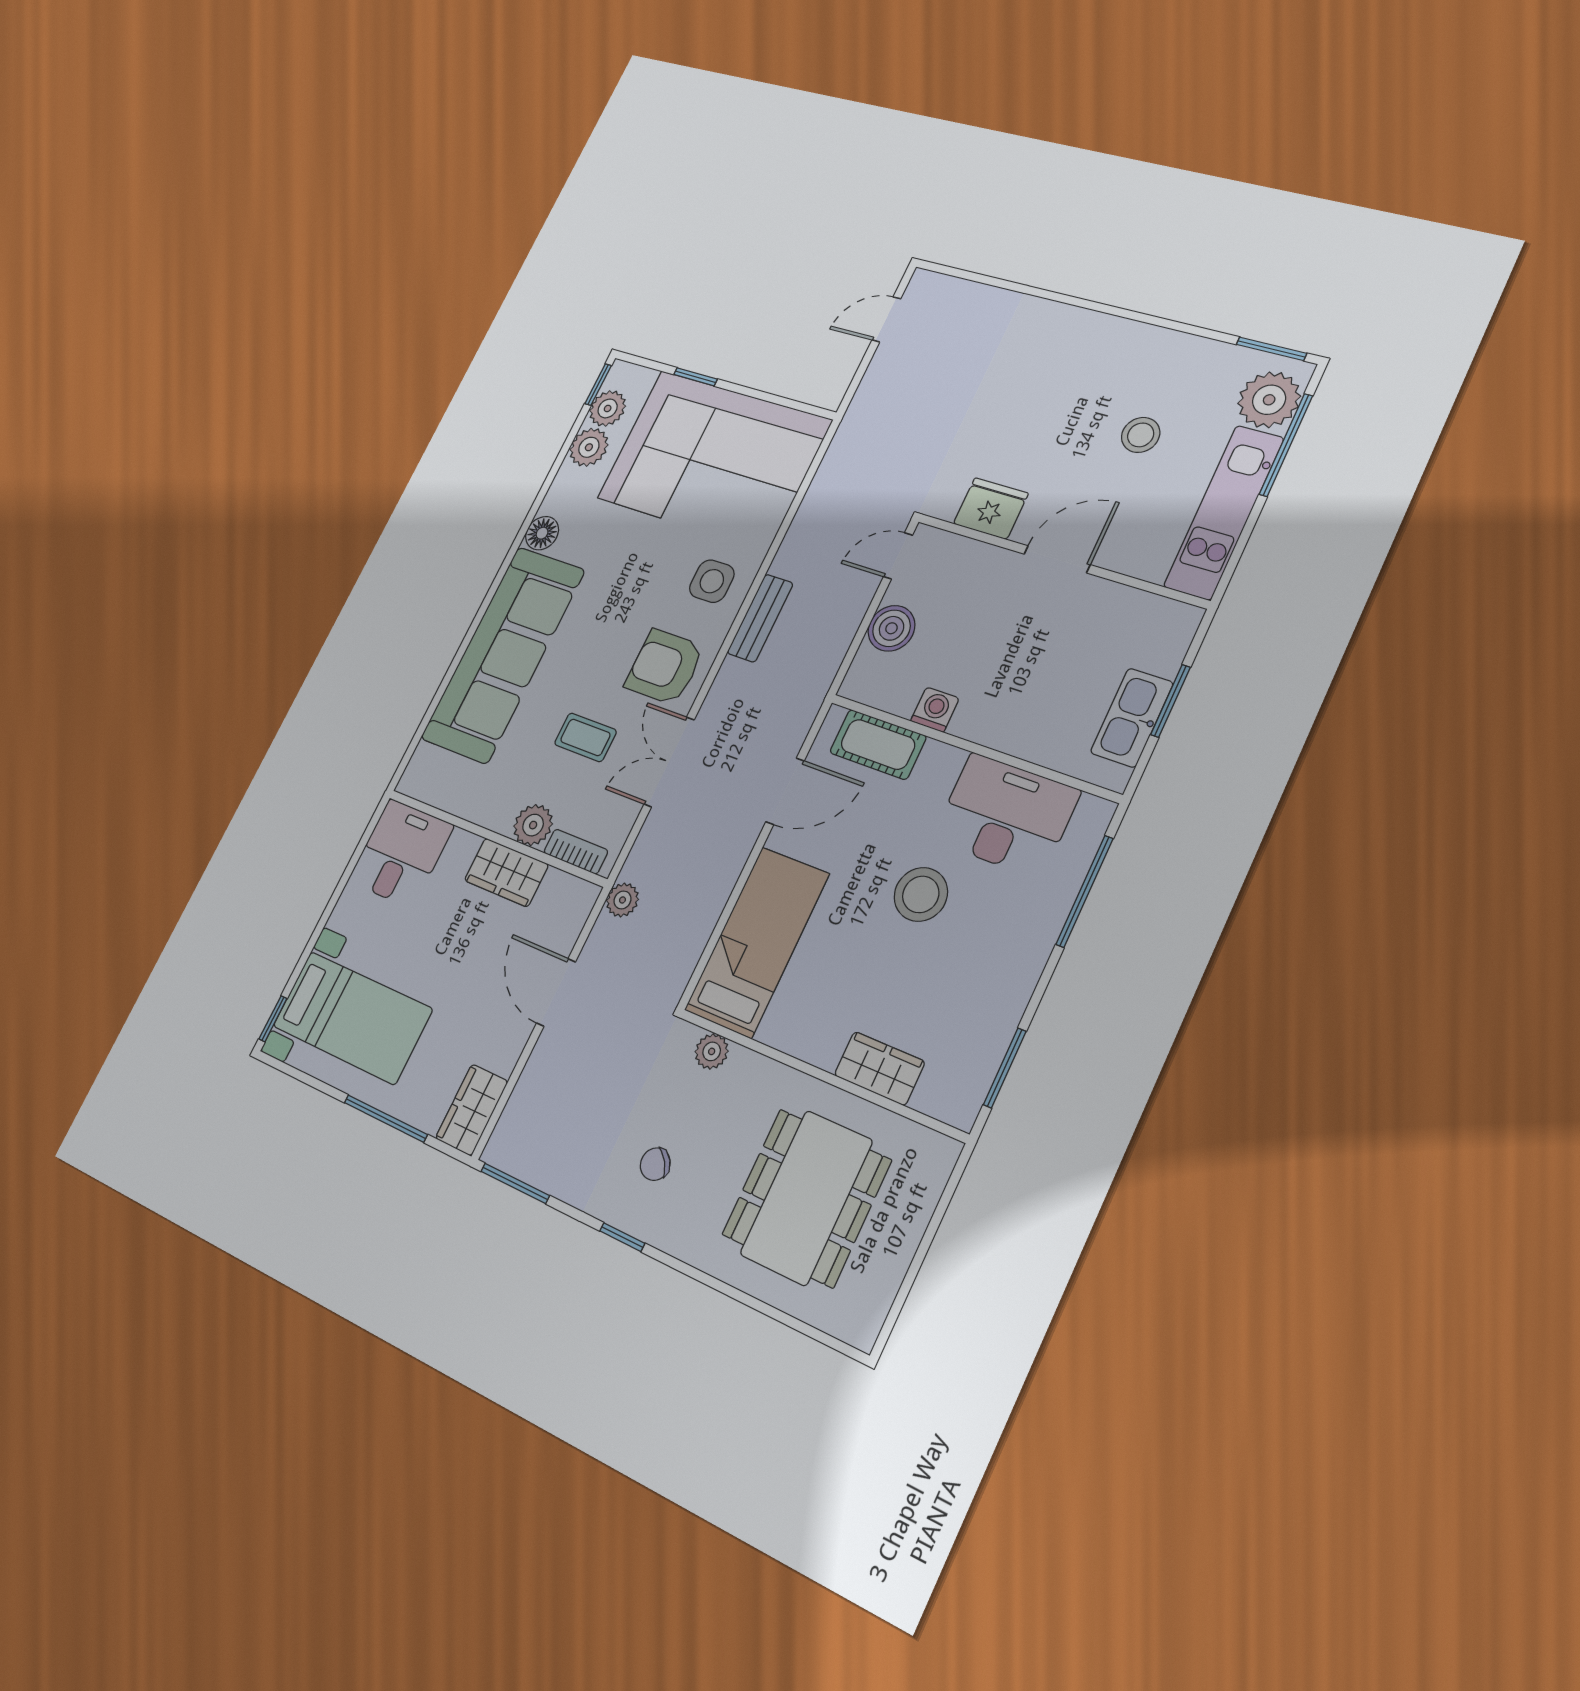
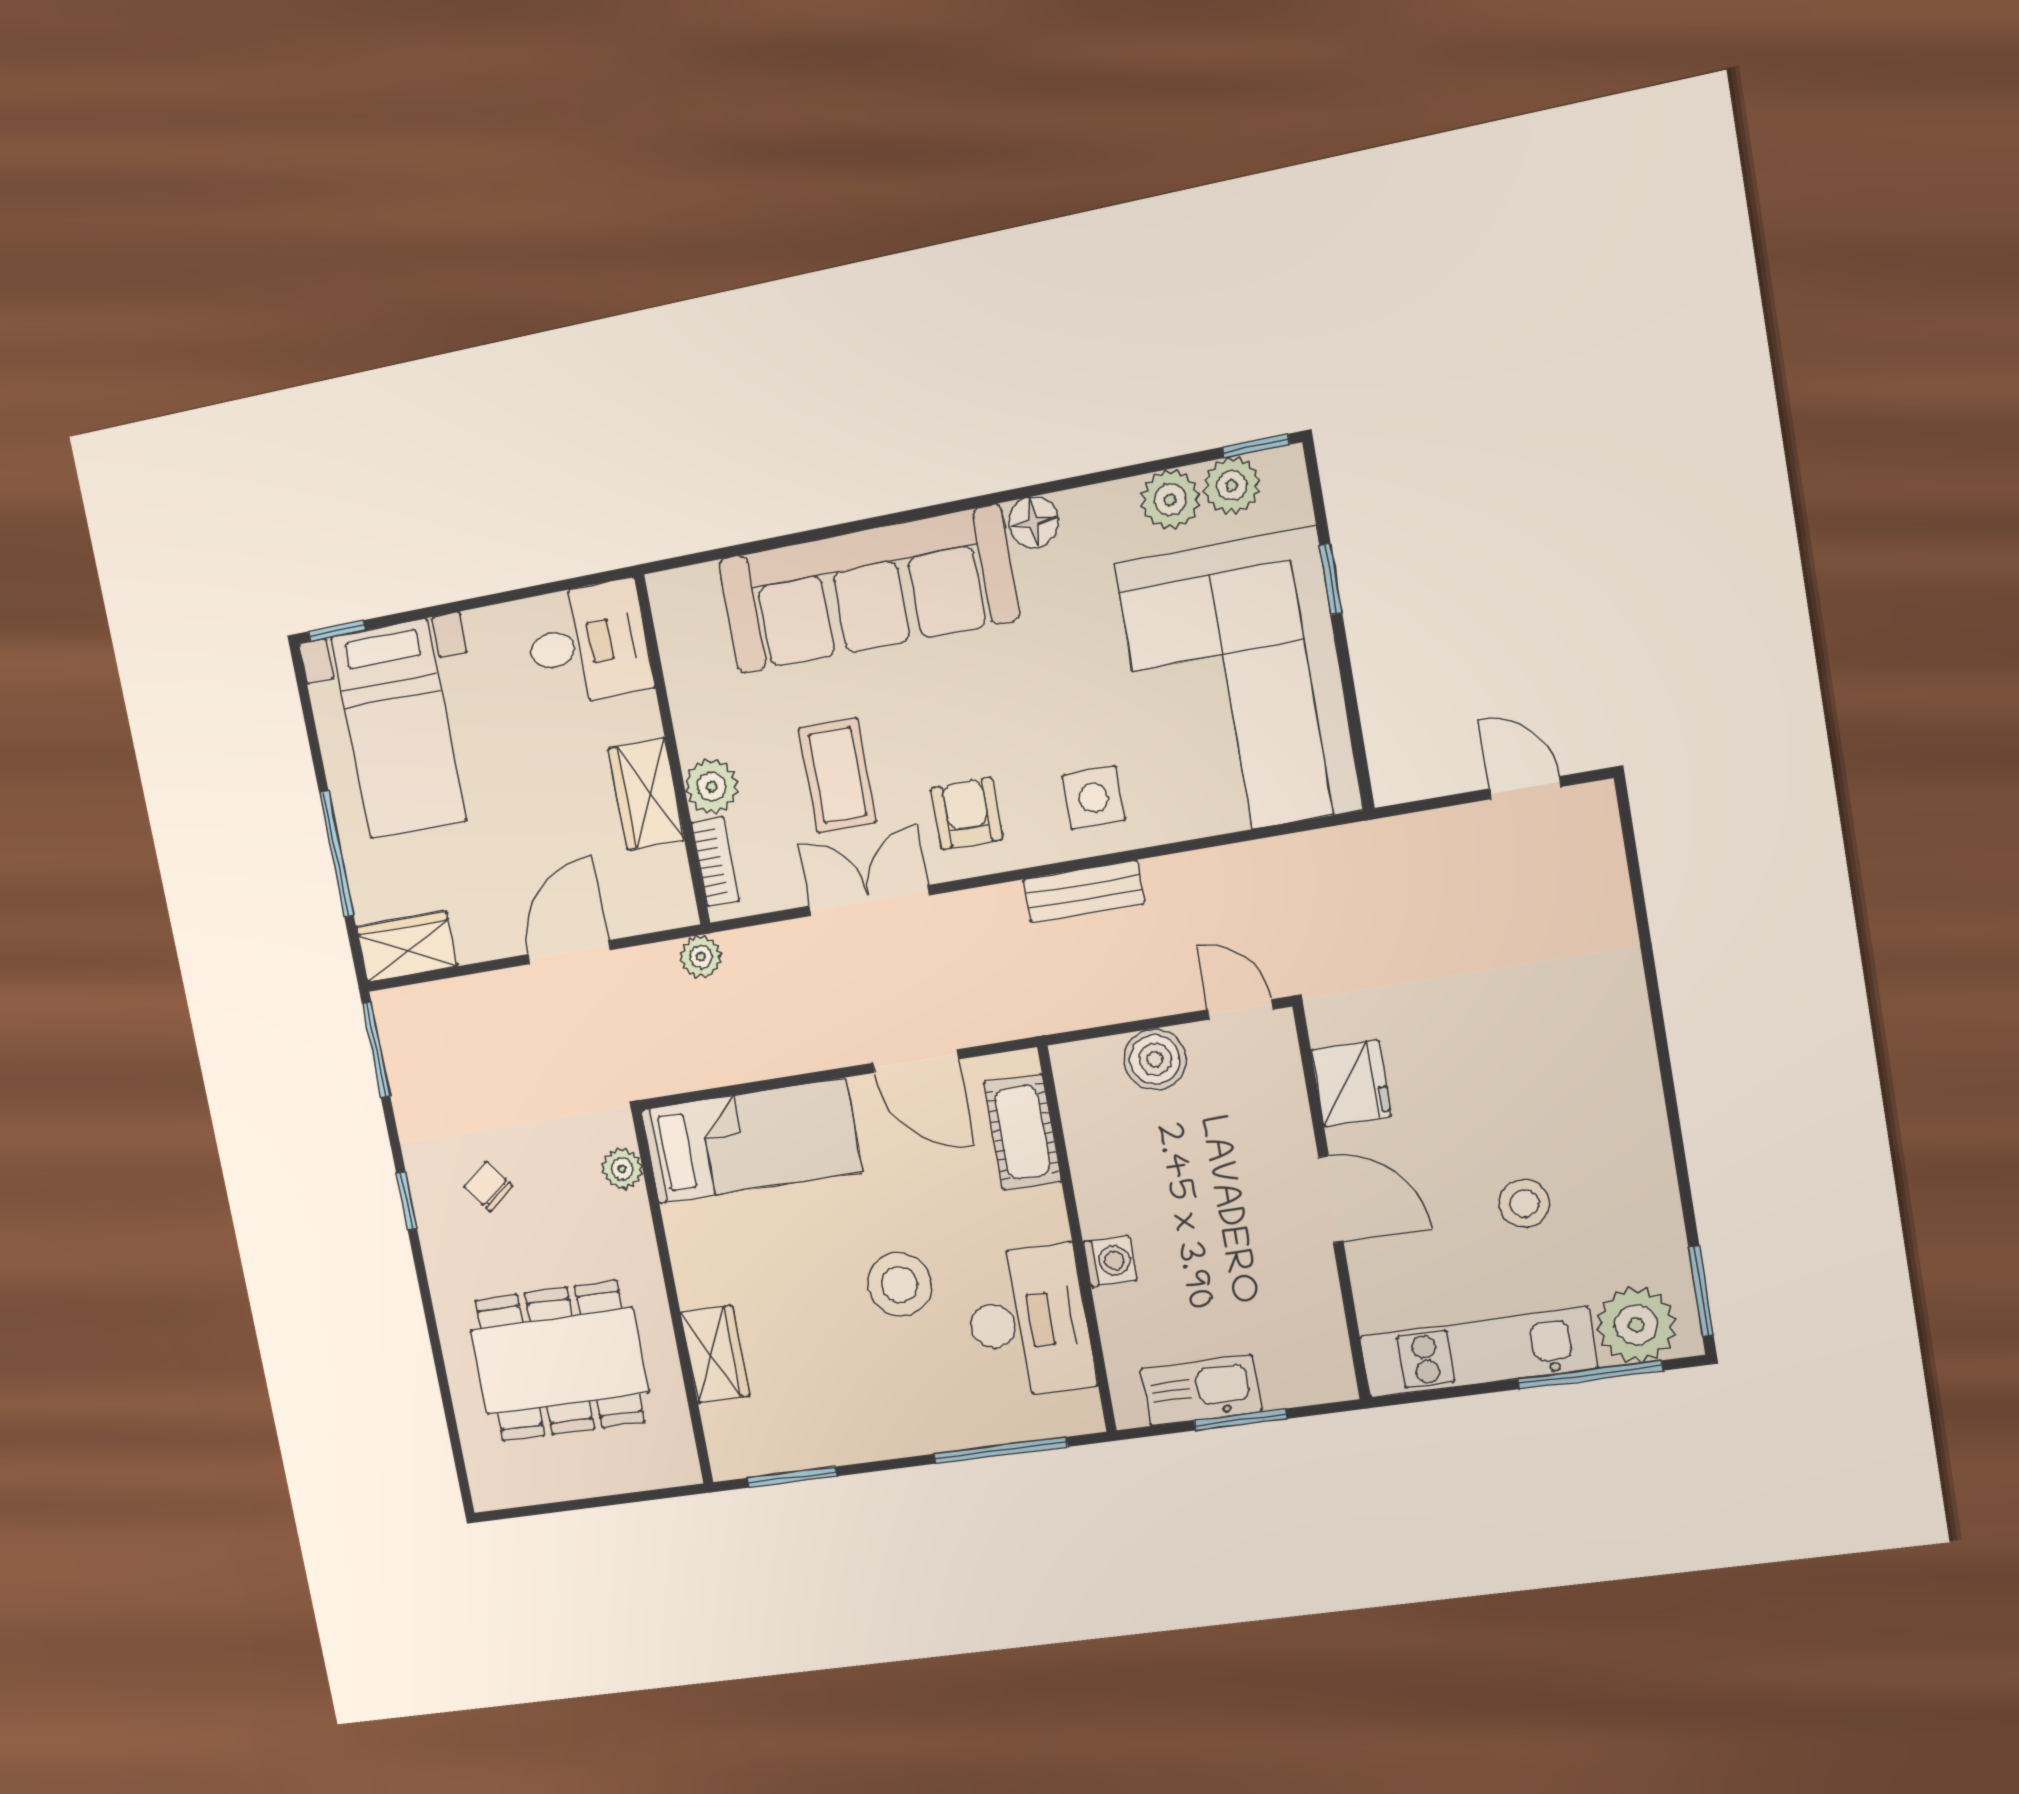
armchair: (665, 667) -> (967, 814), width x0.72, depth x0.72
washing machine: (935, 710) -> (1110, 1261), moved
coffee table: (585, 737) -> (837, 775), width x1.36, depth x1.30

